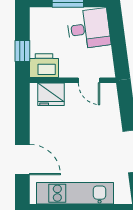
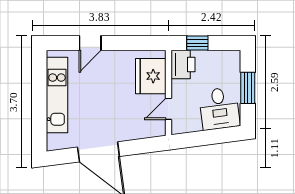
fridge: (51, 94) -> (151, 76), width x1.36, depth x1.34
door: (22, 160) -> (90, 43), width x0.73

